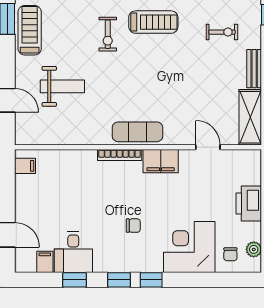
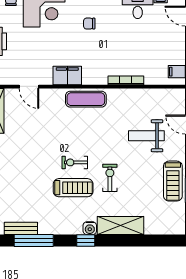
treadmill: (153, 22) -> (73, 188), turned 180
exercise bike: (222, 32) -> (75, 162), moved
bookcase: (120, 155) -> (126, 80), moved

